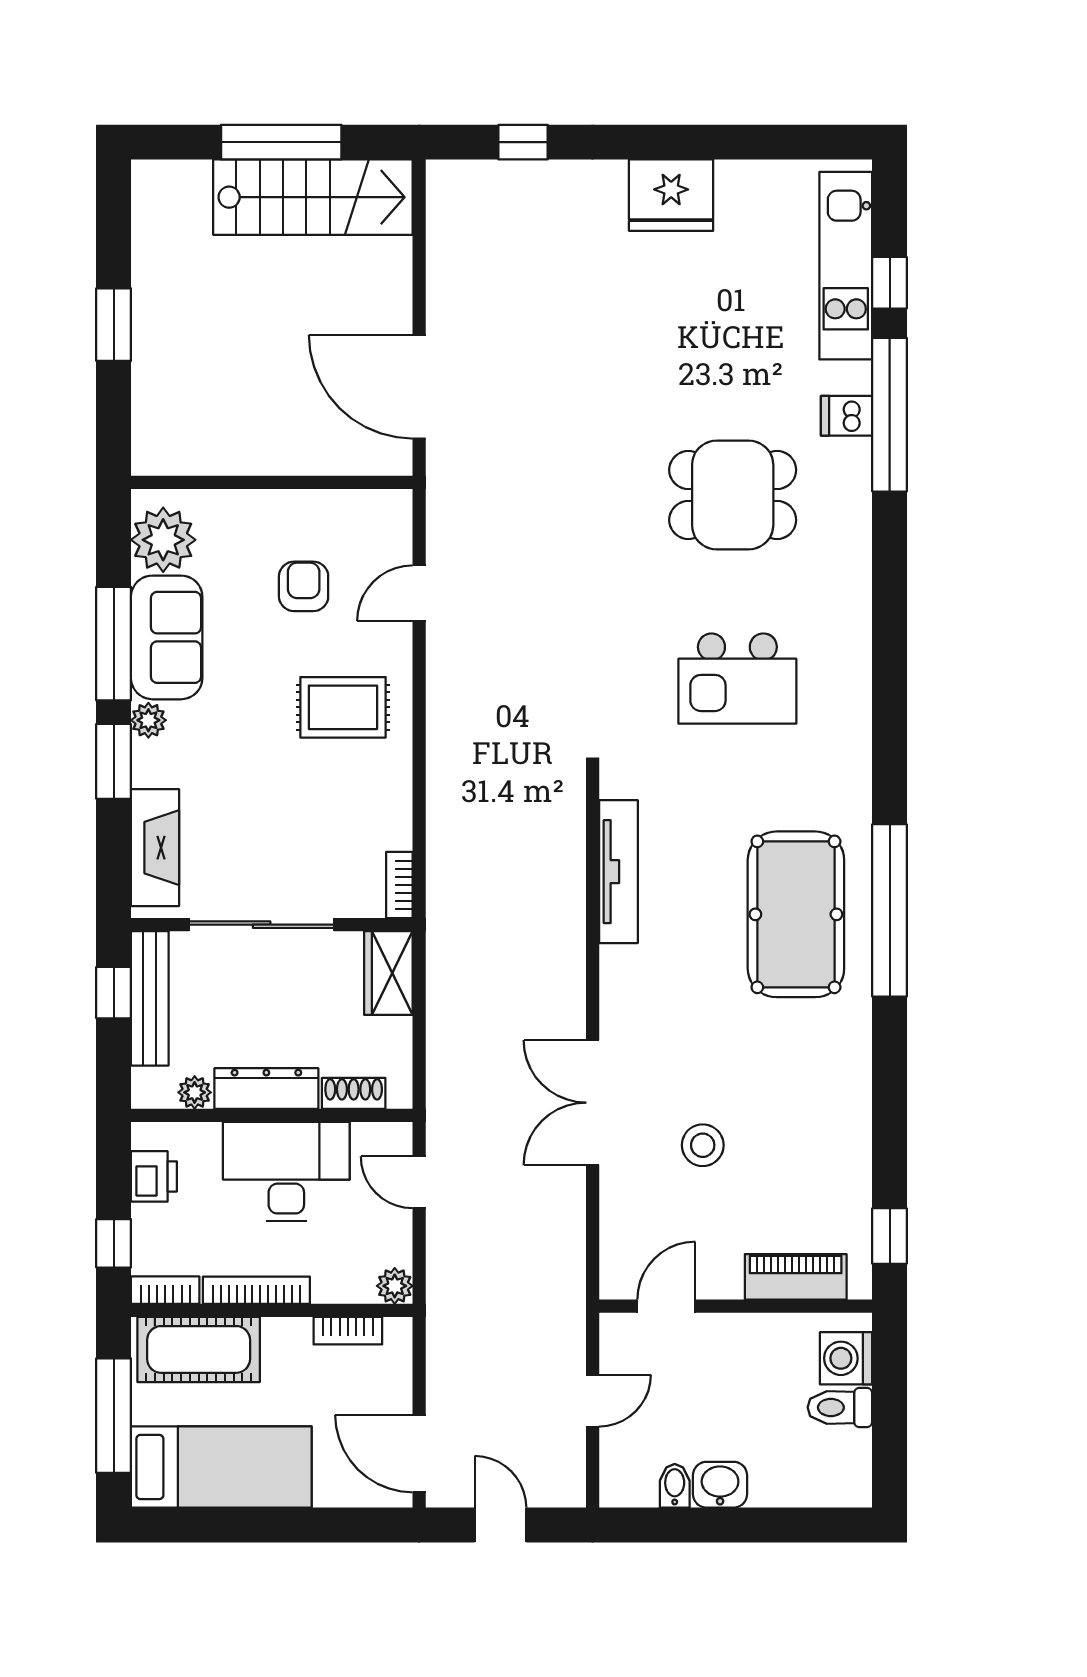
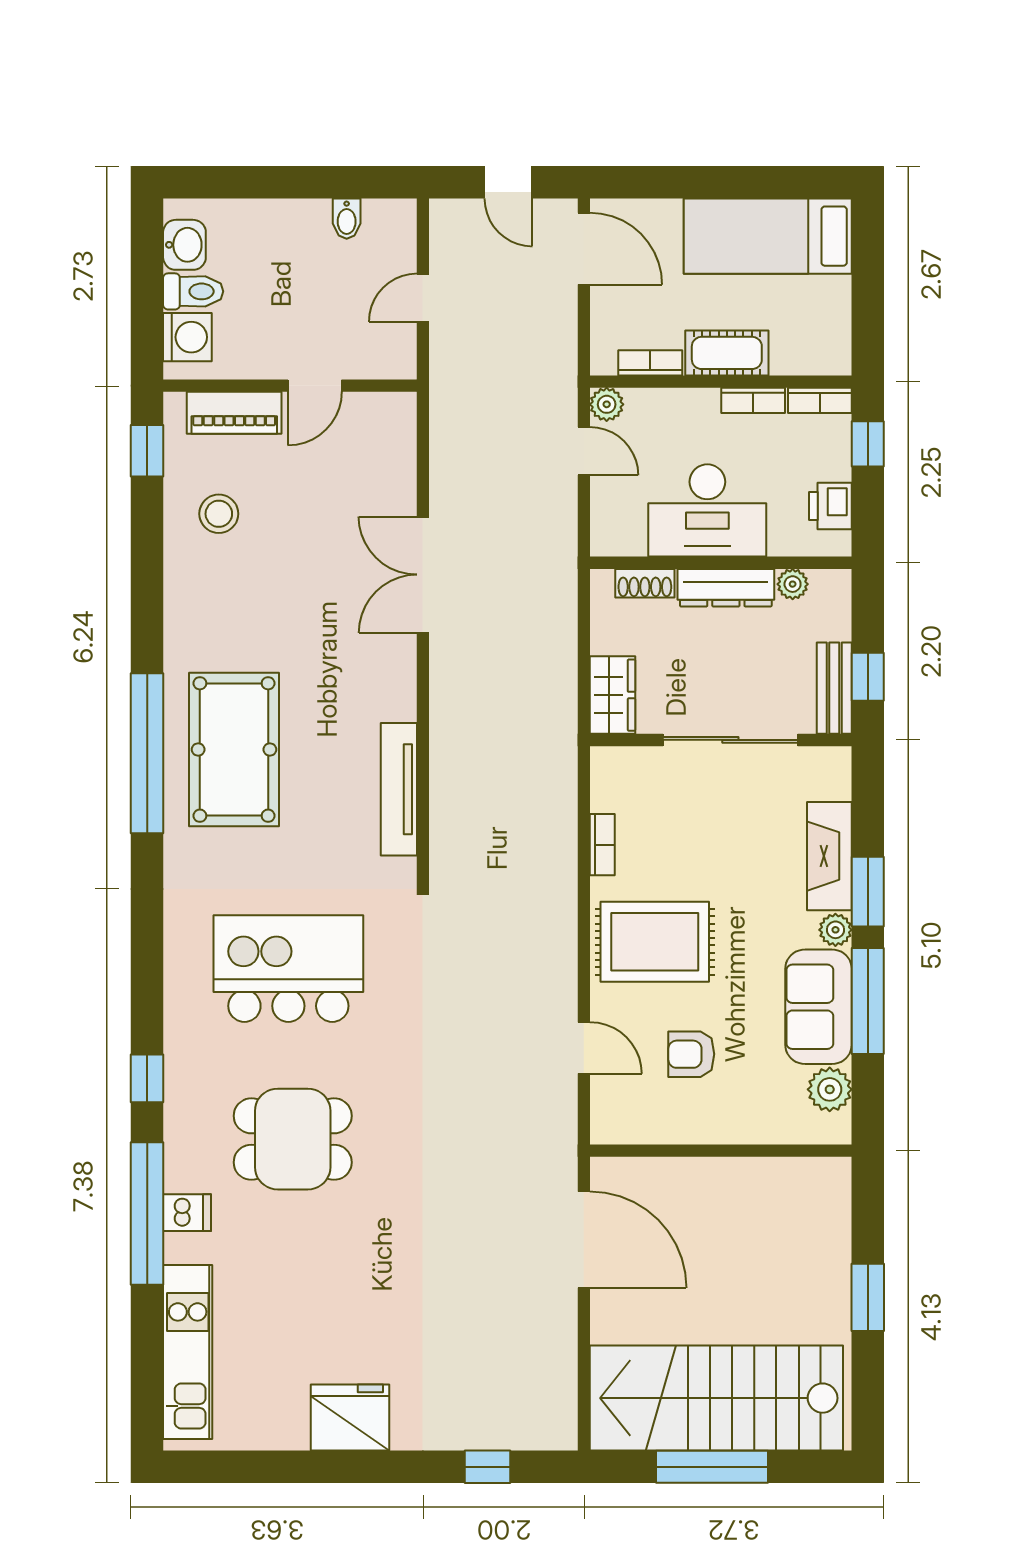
stairs: (313, 197) -> (716, 1398), width x1.36, depth x1.51
window: (890, 283) -> (147, 1078), moved
plant: (163, 540) -> (830, 1089), width x0.73, depth x0.73
armchair: (304, 586) -> (691, 1054), turned 90
door: (419, 593) -> (584, 1048), hinge flipped
kitchen island: (737, 679) -> (288, 969), width x1.37, depth x1.28
rug: (343, 707) -> (655, 942), width x1.36, depth x1.43
fireplace: (155, 848) -> (829, 856), moved
bookcase: (399, 885) -> (602, 845), moved
bench: (150, 998) -> (834, 688), width x0.73
double door: (593, 1103) -> (423, 575), swing flipped
stool: (703, 1145) -> (219, 514), moved
door: (419, 1182) -> (584, 451), moved
bookcase: (256, 1290) -> (753, 400), width x0.64
door: (666, 1306) -> (315, 386), moved
cot: (199, 1349) -> (727, 353), moved, width x0.73, depth x0.75
window: (114, 1416) -> (868, 284), removed
washbasin: (720, 1485) -> (184, 245), moved, turned -90

